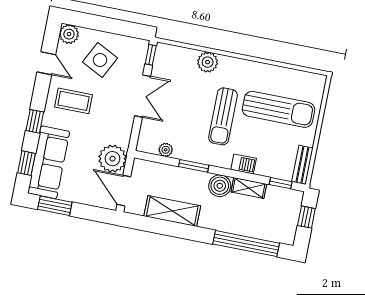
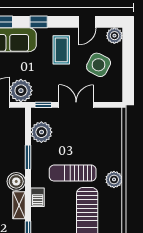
window: (151, 55) -> (43, 105), moved
plant: (208, 62) -> (114, 179), moved
double door: (143, 96) -> (76, 105), swing flipped
plant: (166, 150) -> (41, 132), width x1.88, depth x1.88

